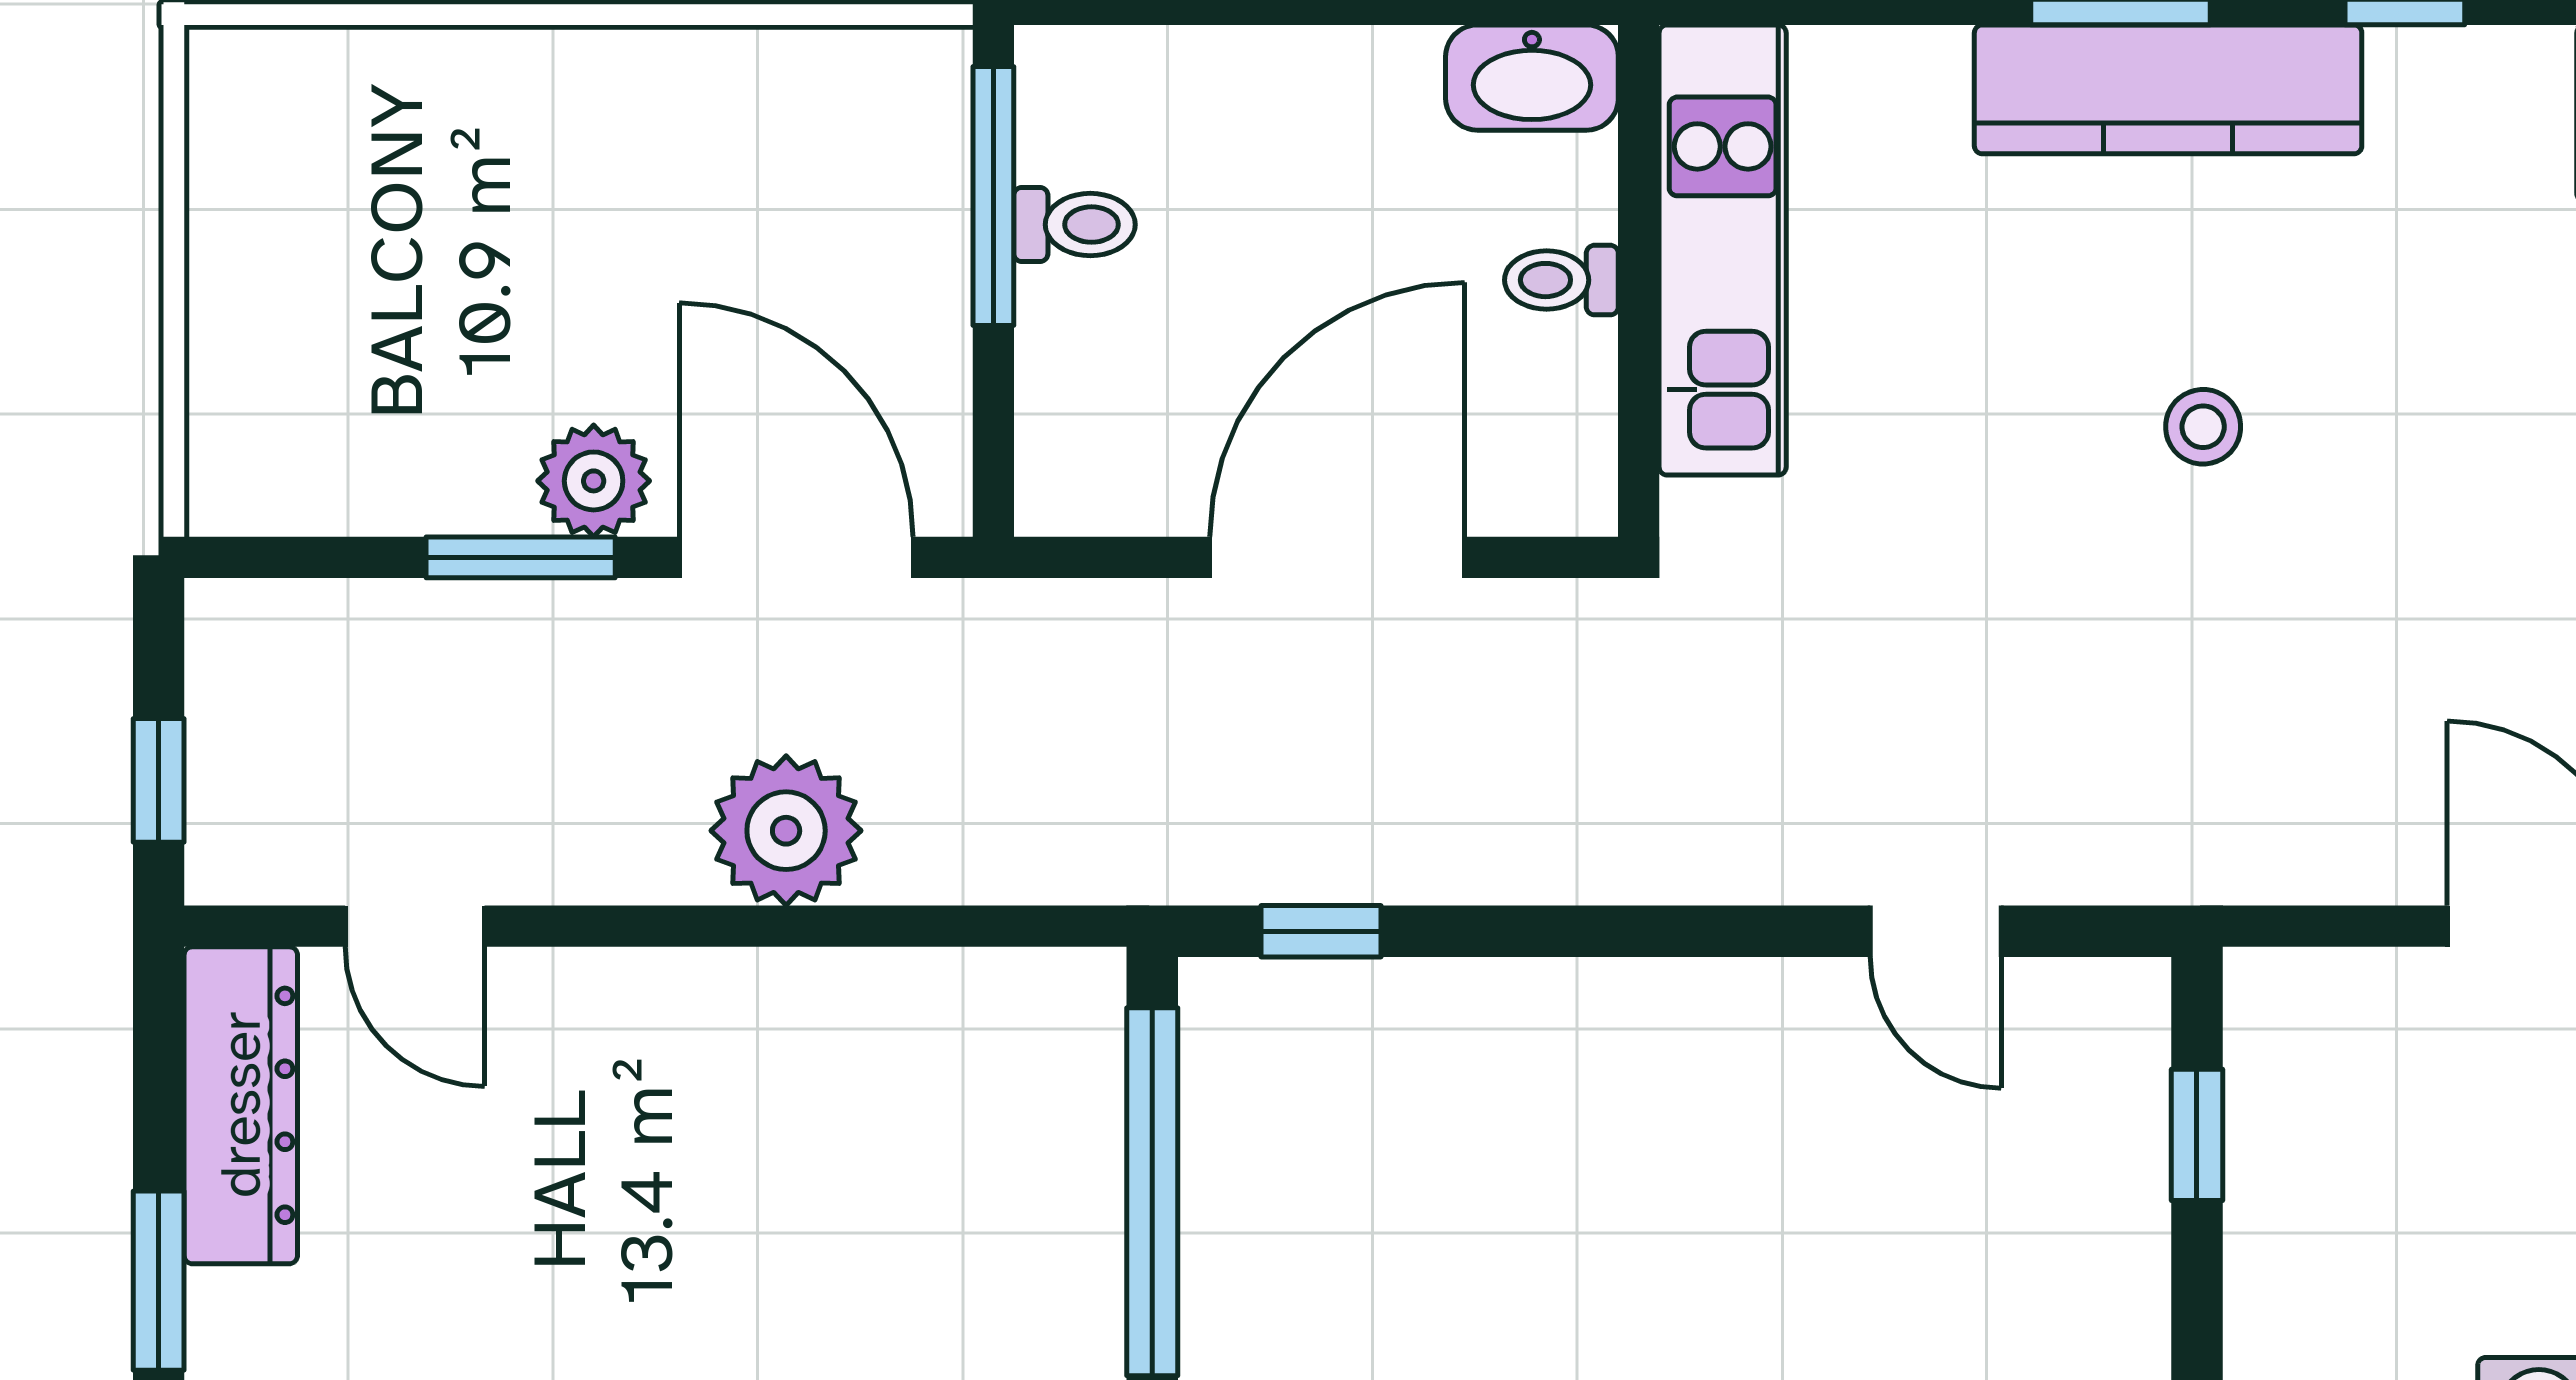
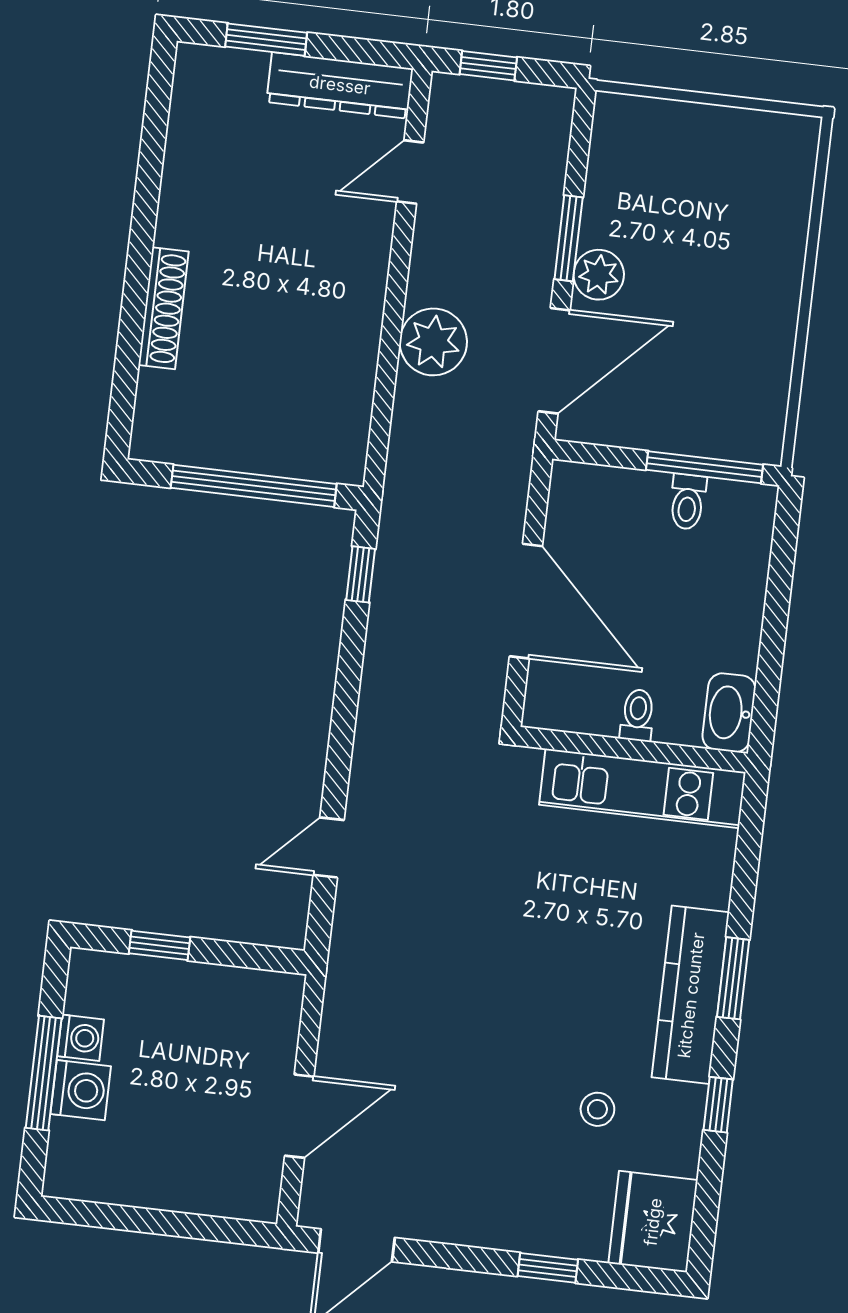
stool: (2203, 427) -> (597, 1109), moved
window: (2197, 1135) -> (160, 945), moved

